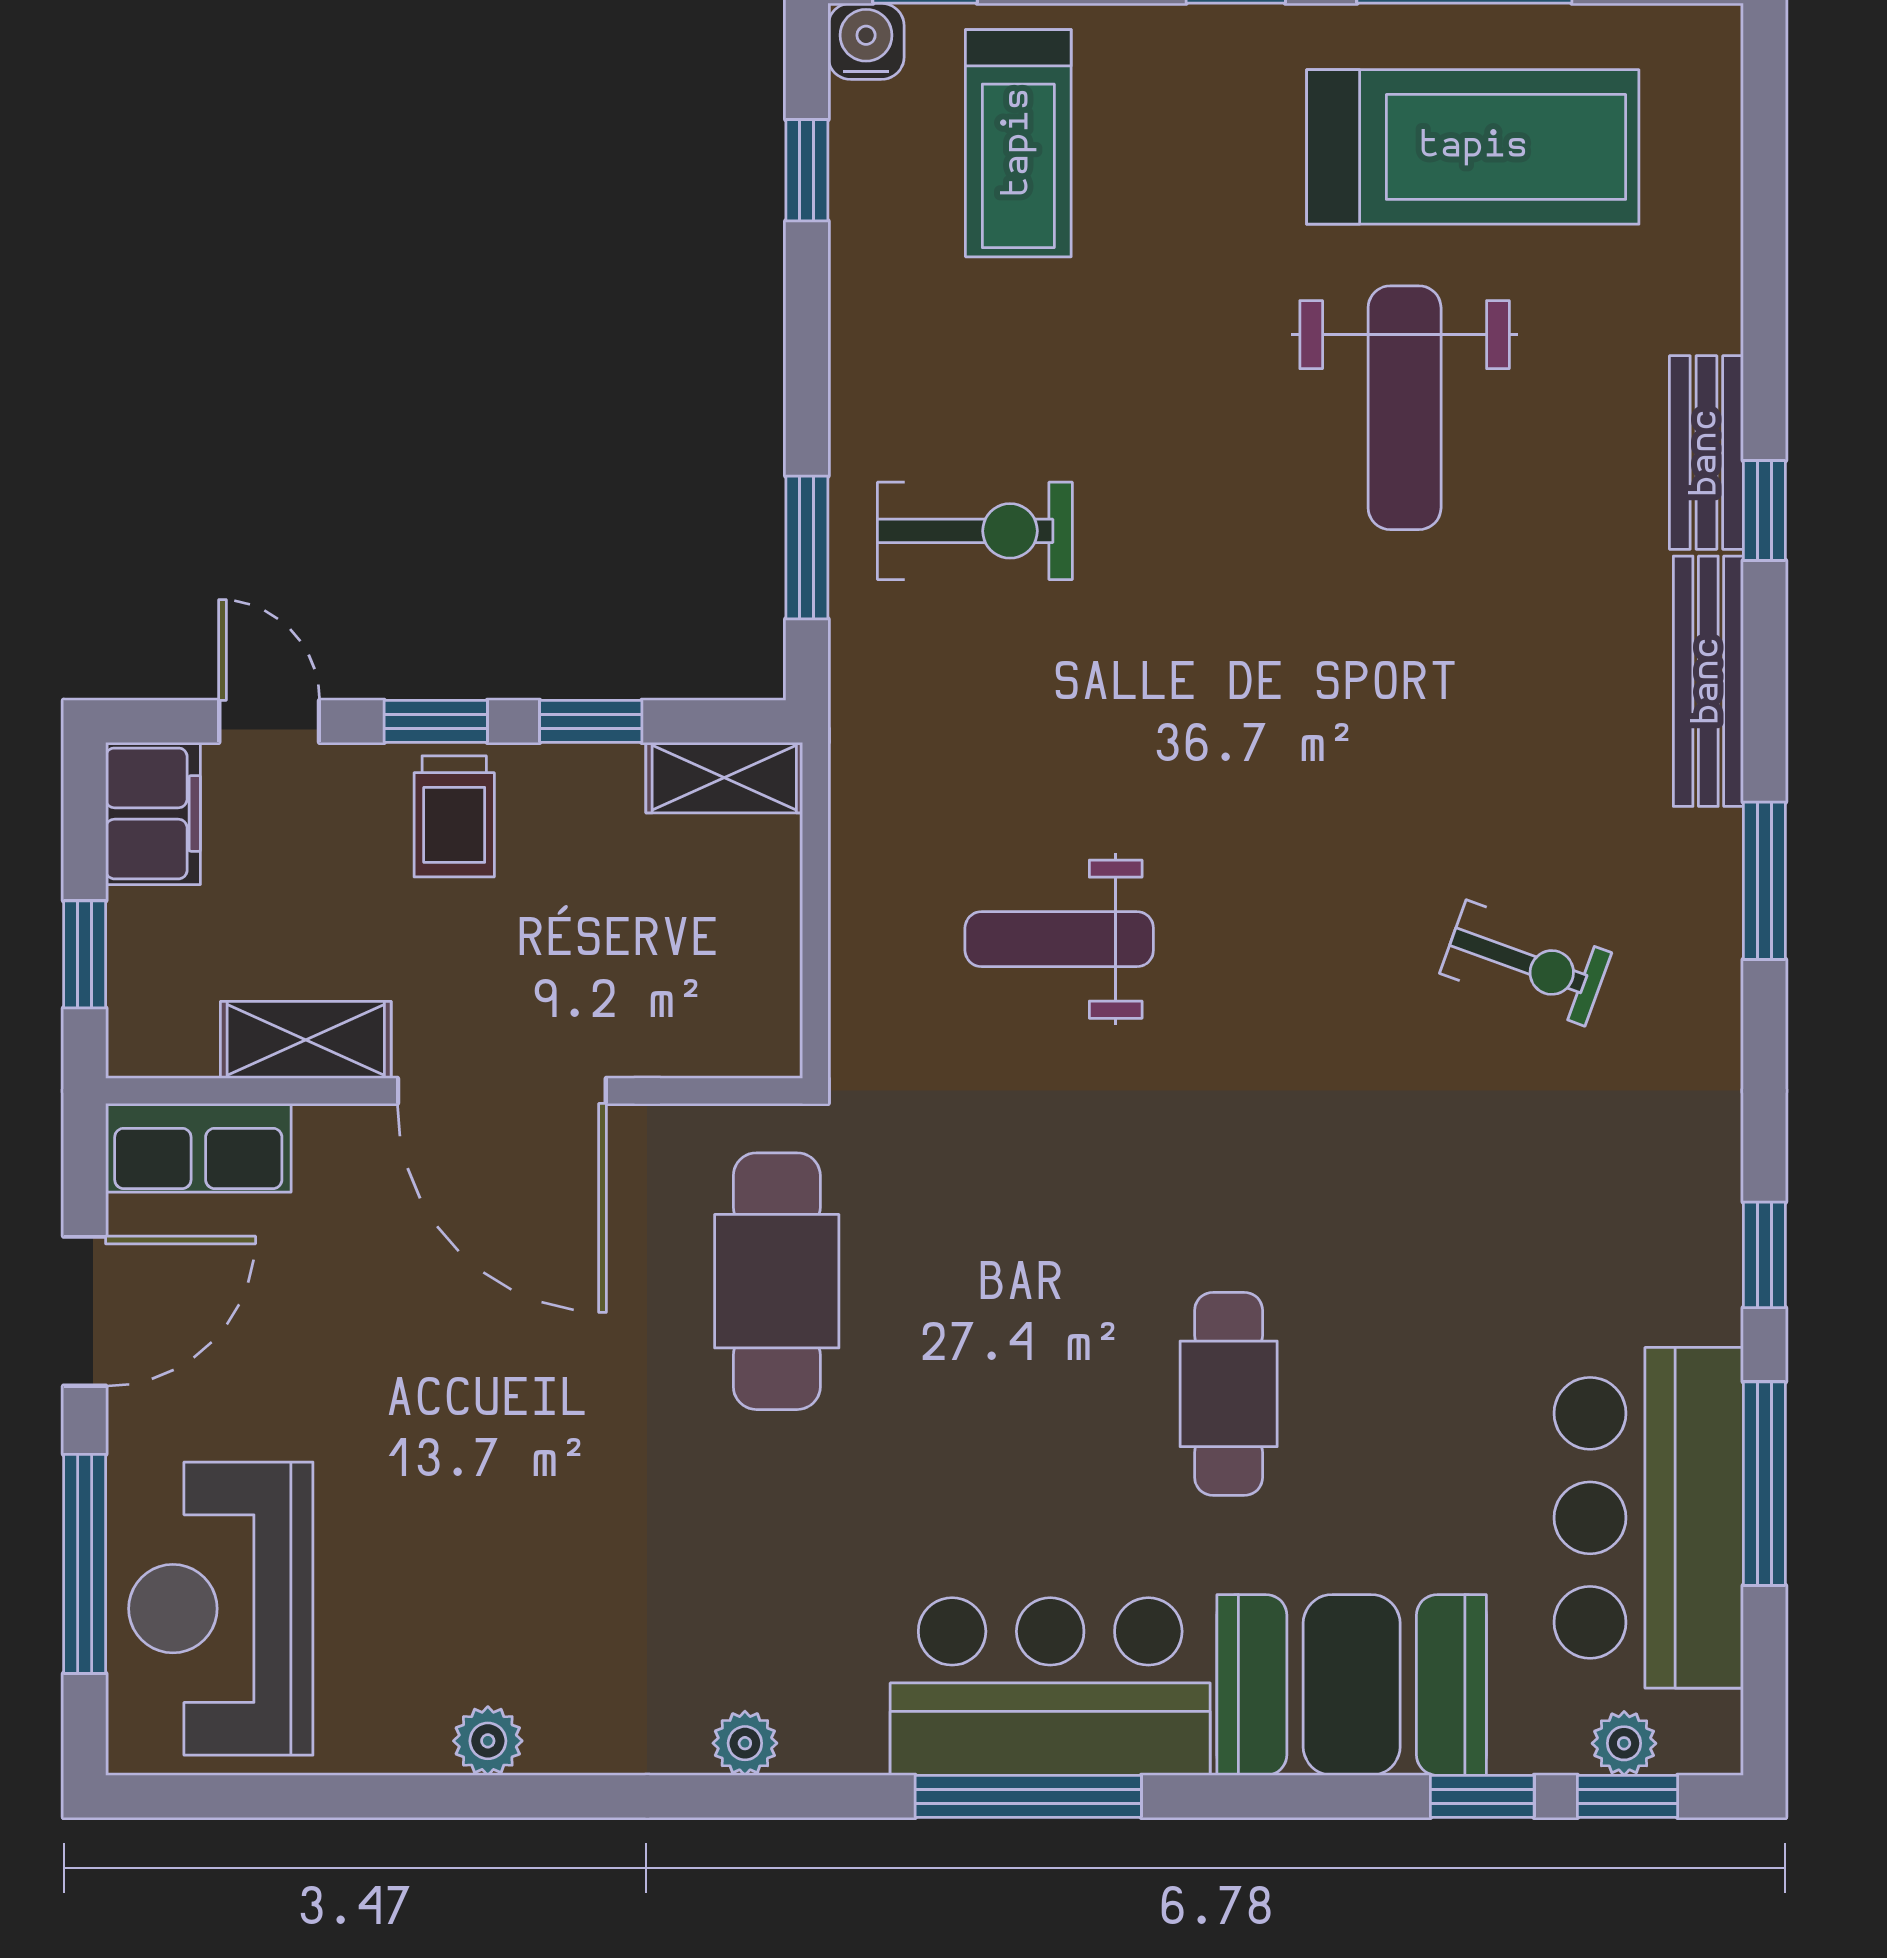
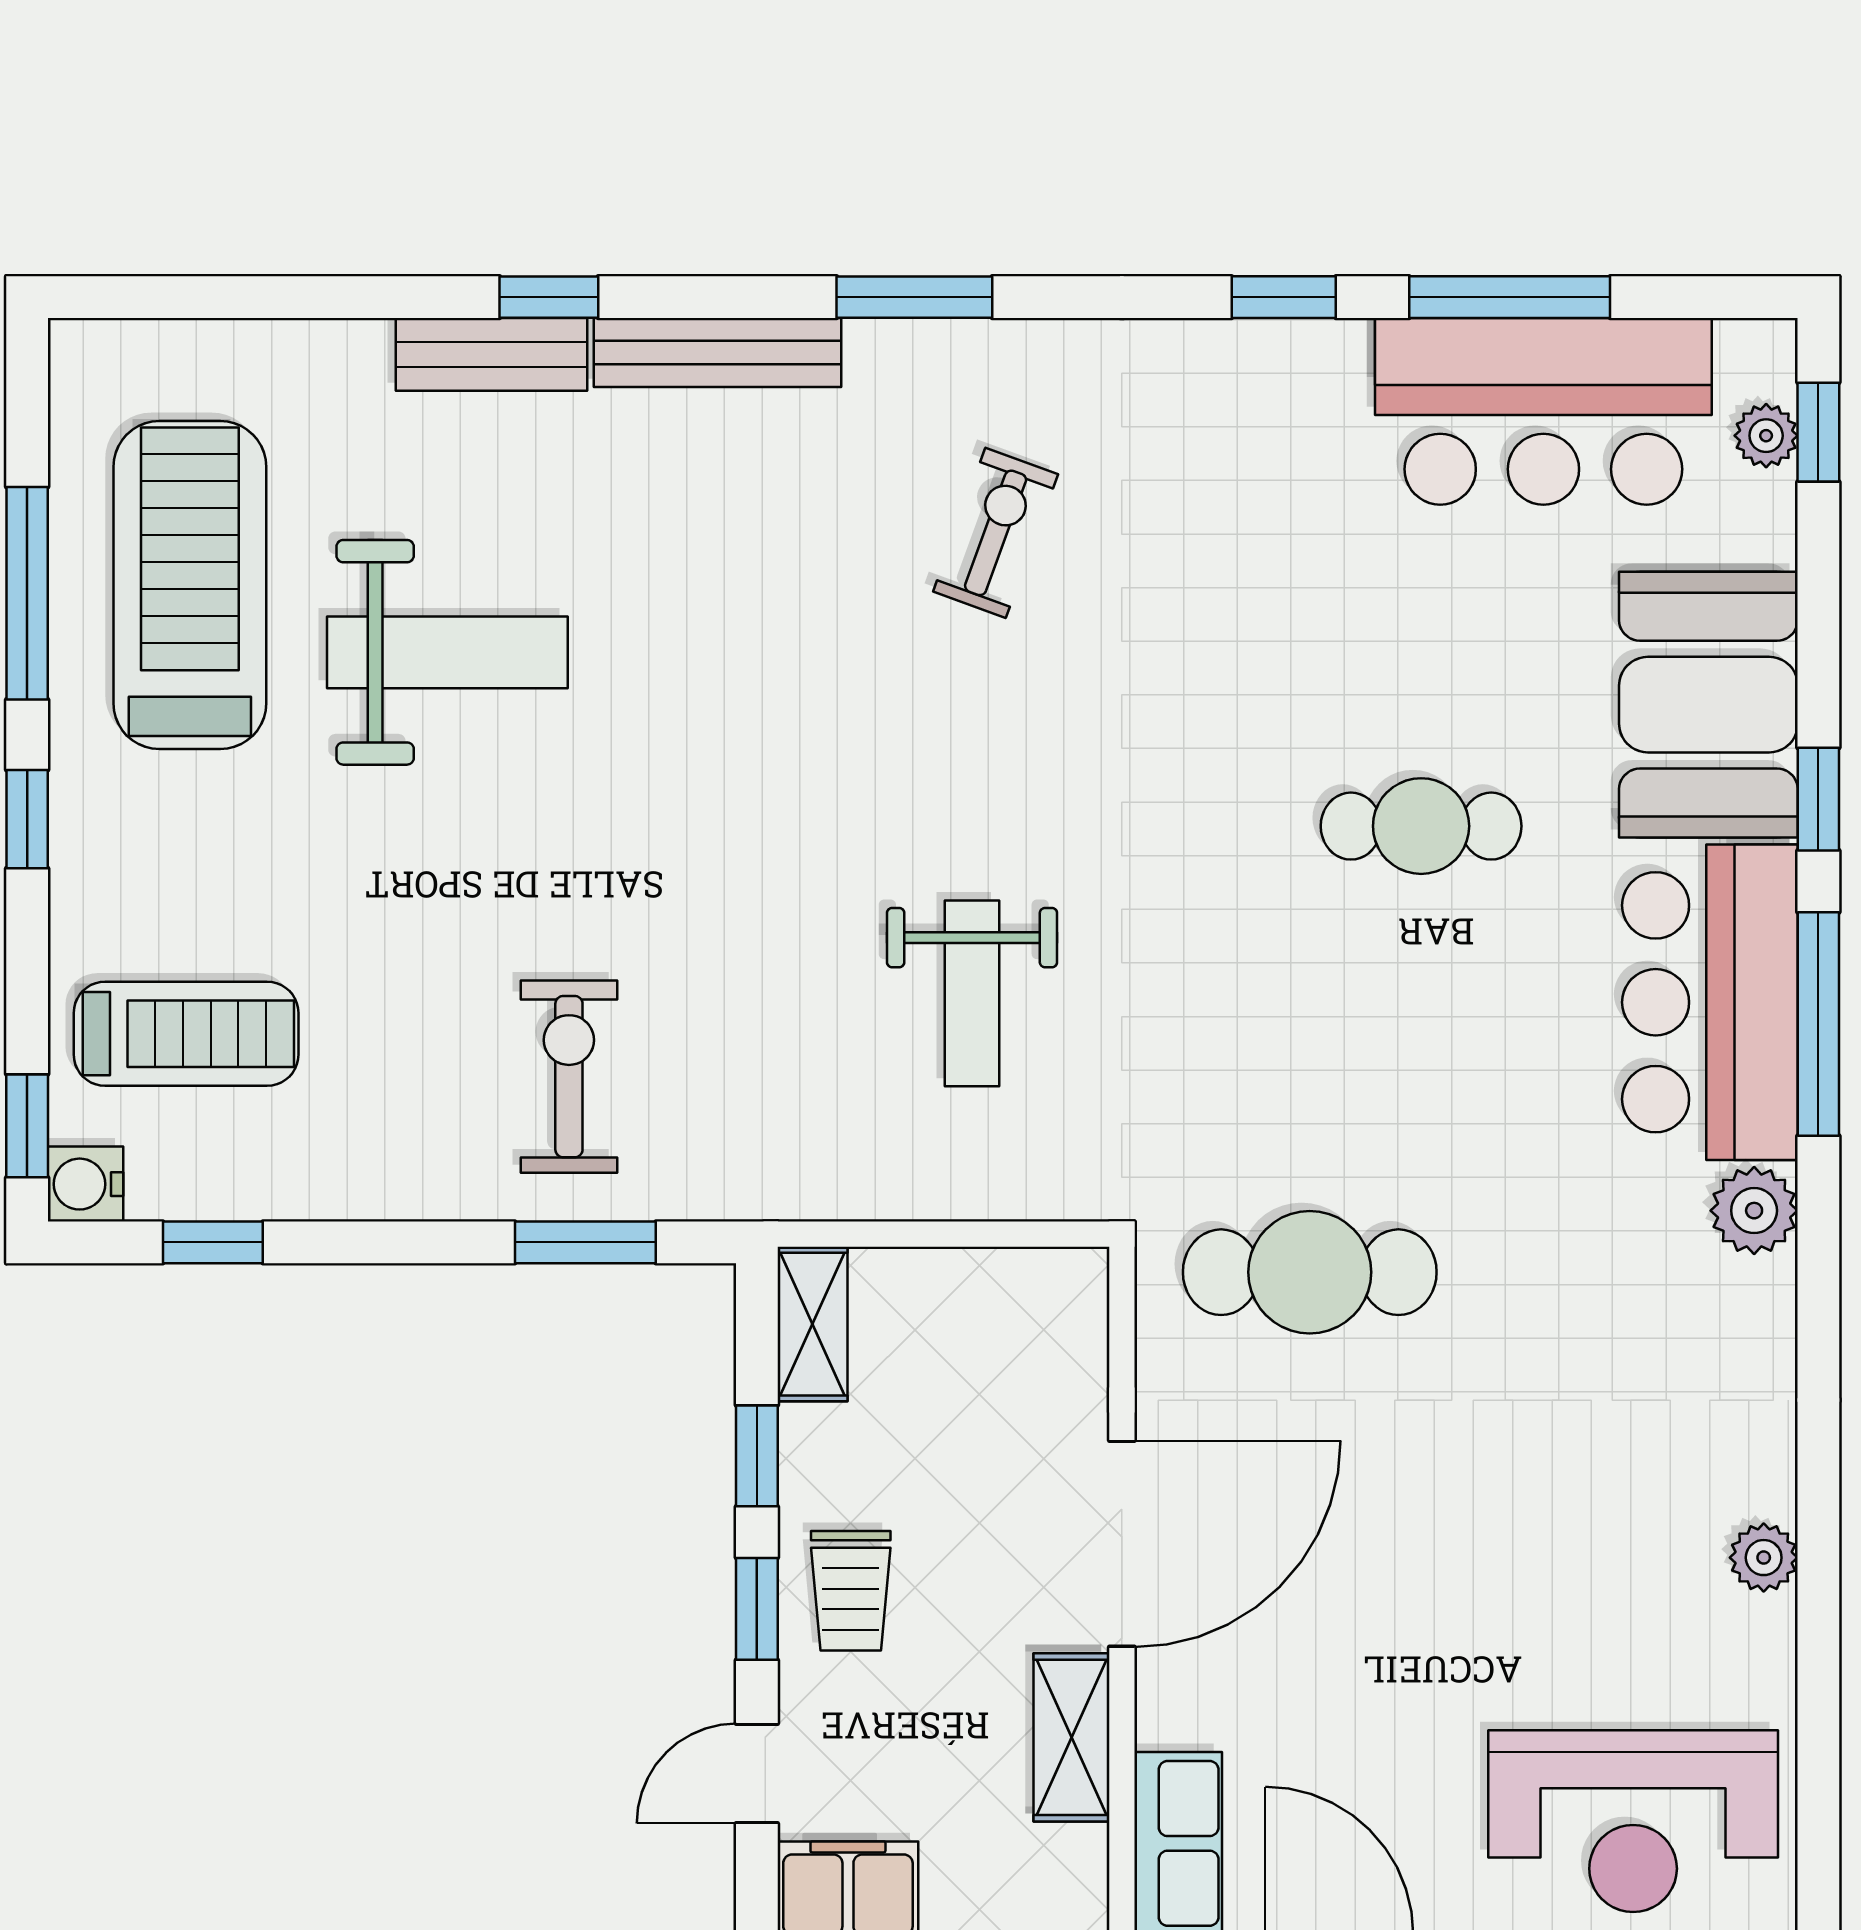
trolley: (454, 816) -> (851, 1591), turned 90
plant: (745, 1743) -> (1754, 1211), moved, width x1.38, depth x1.38
window: (1482, 1796) -> (1818, 799), moved

